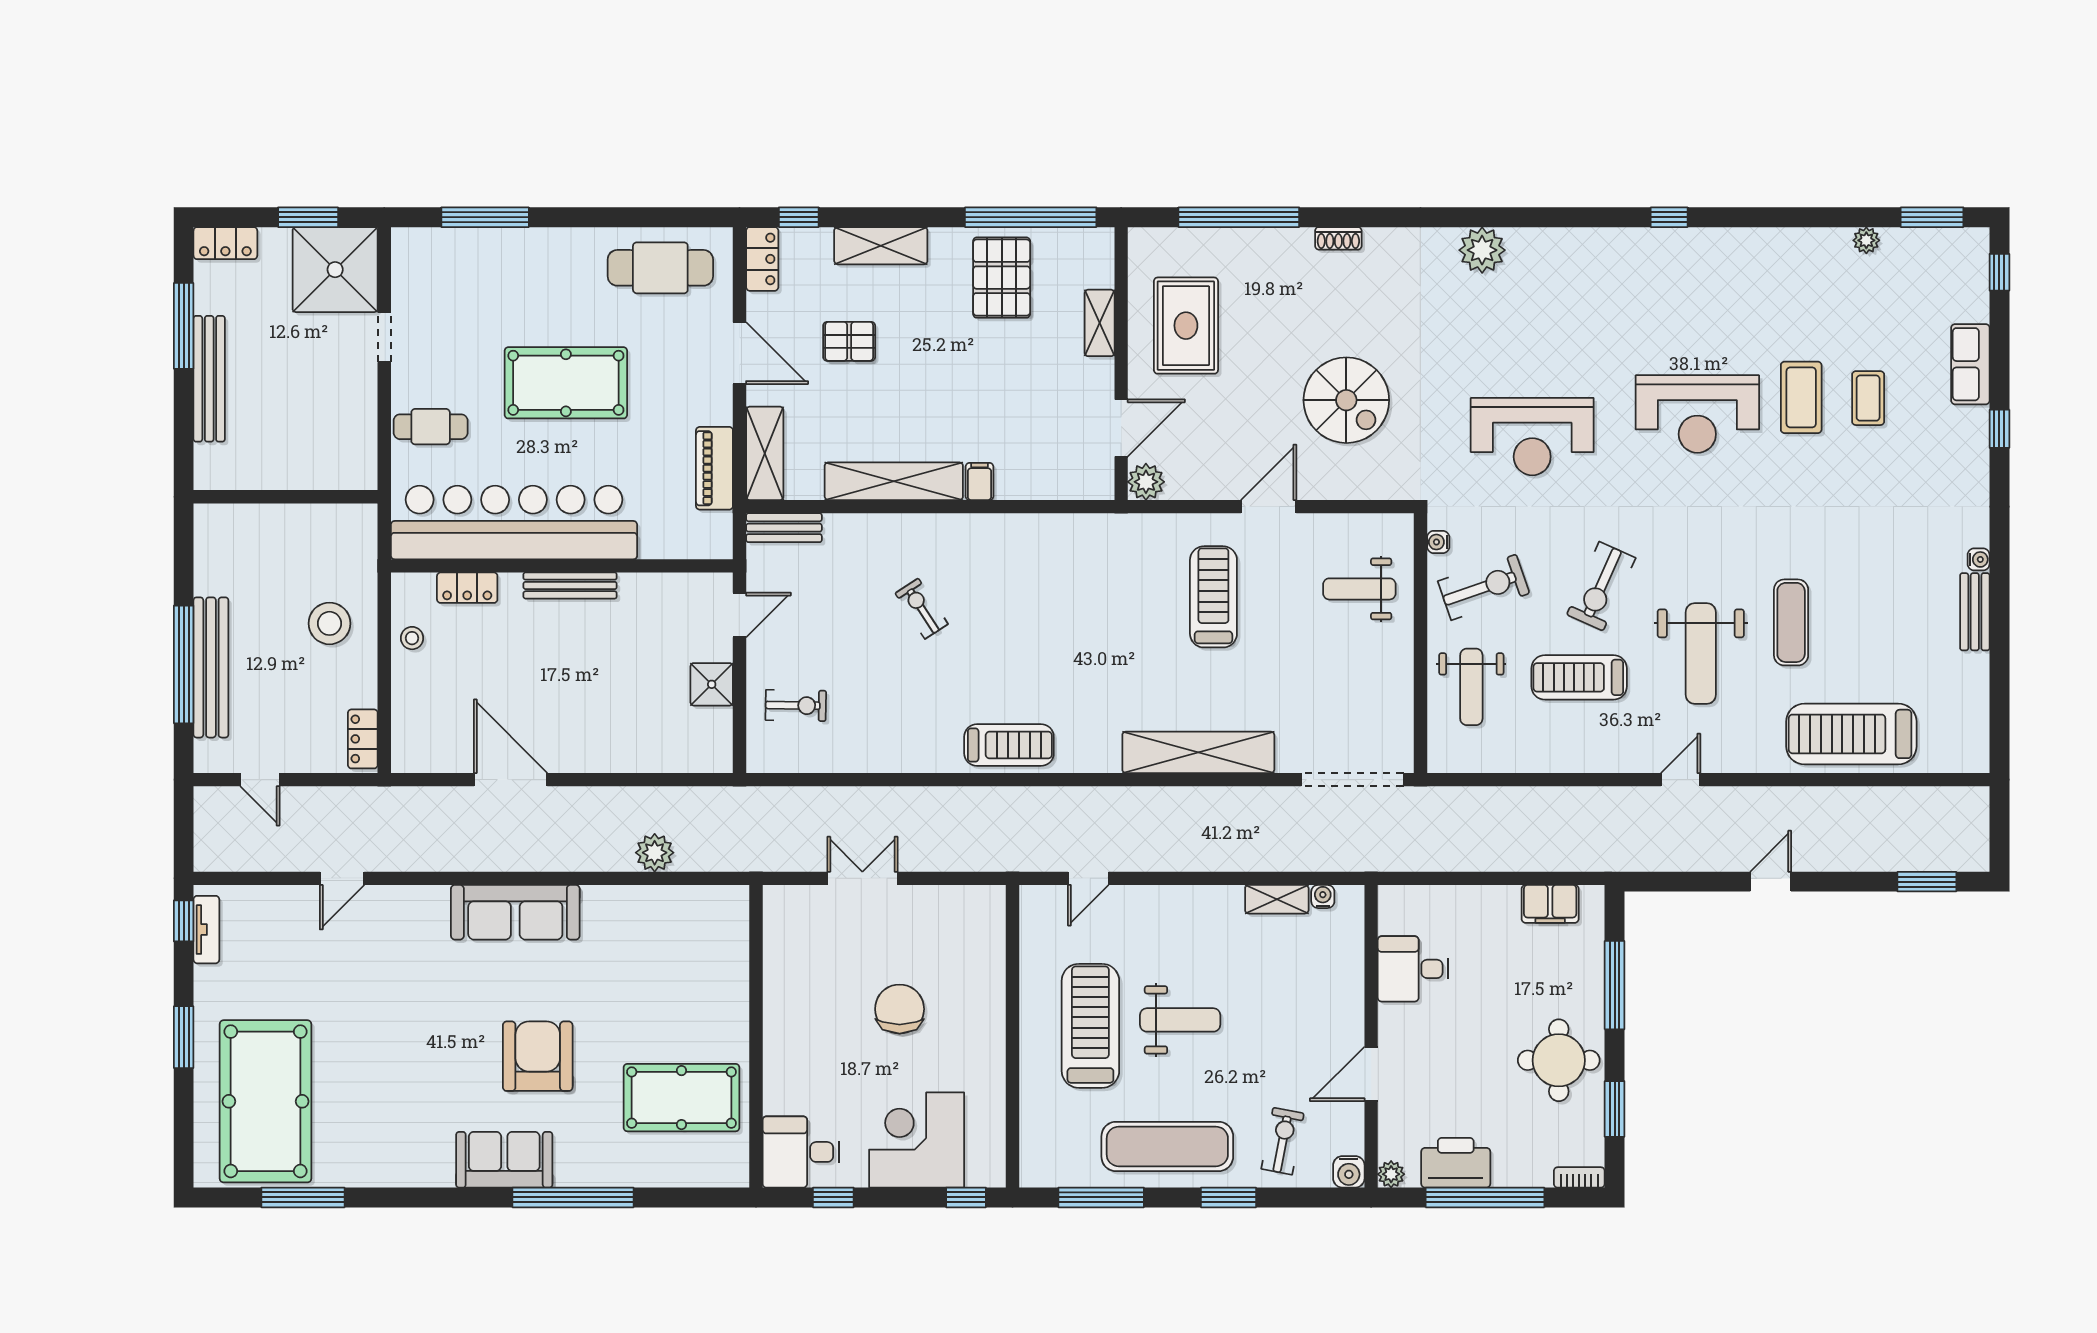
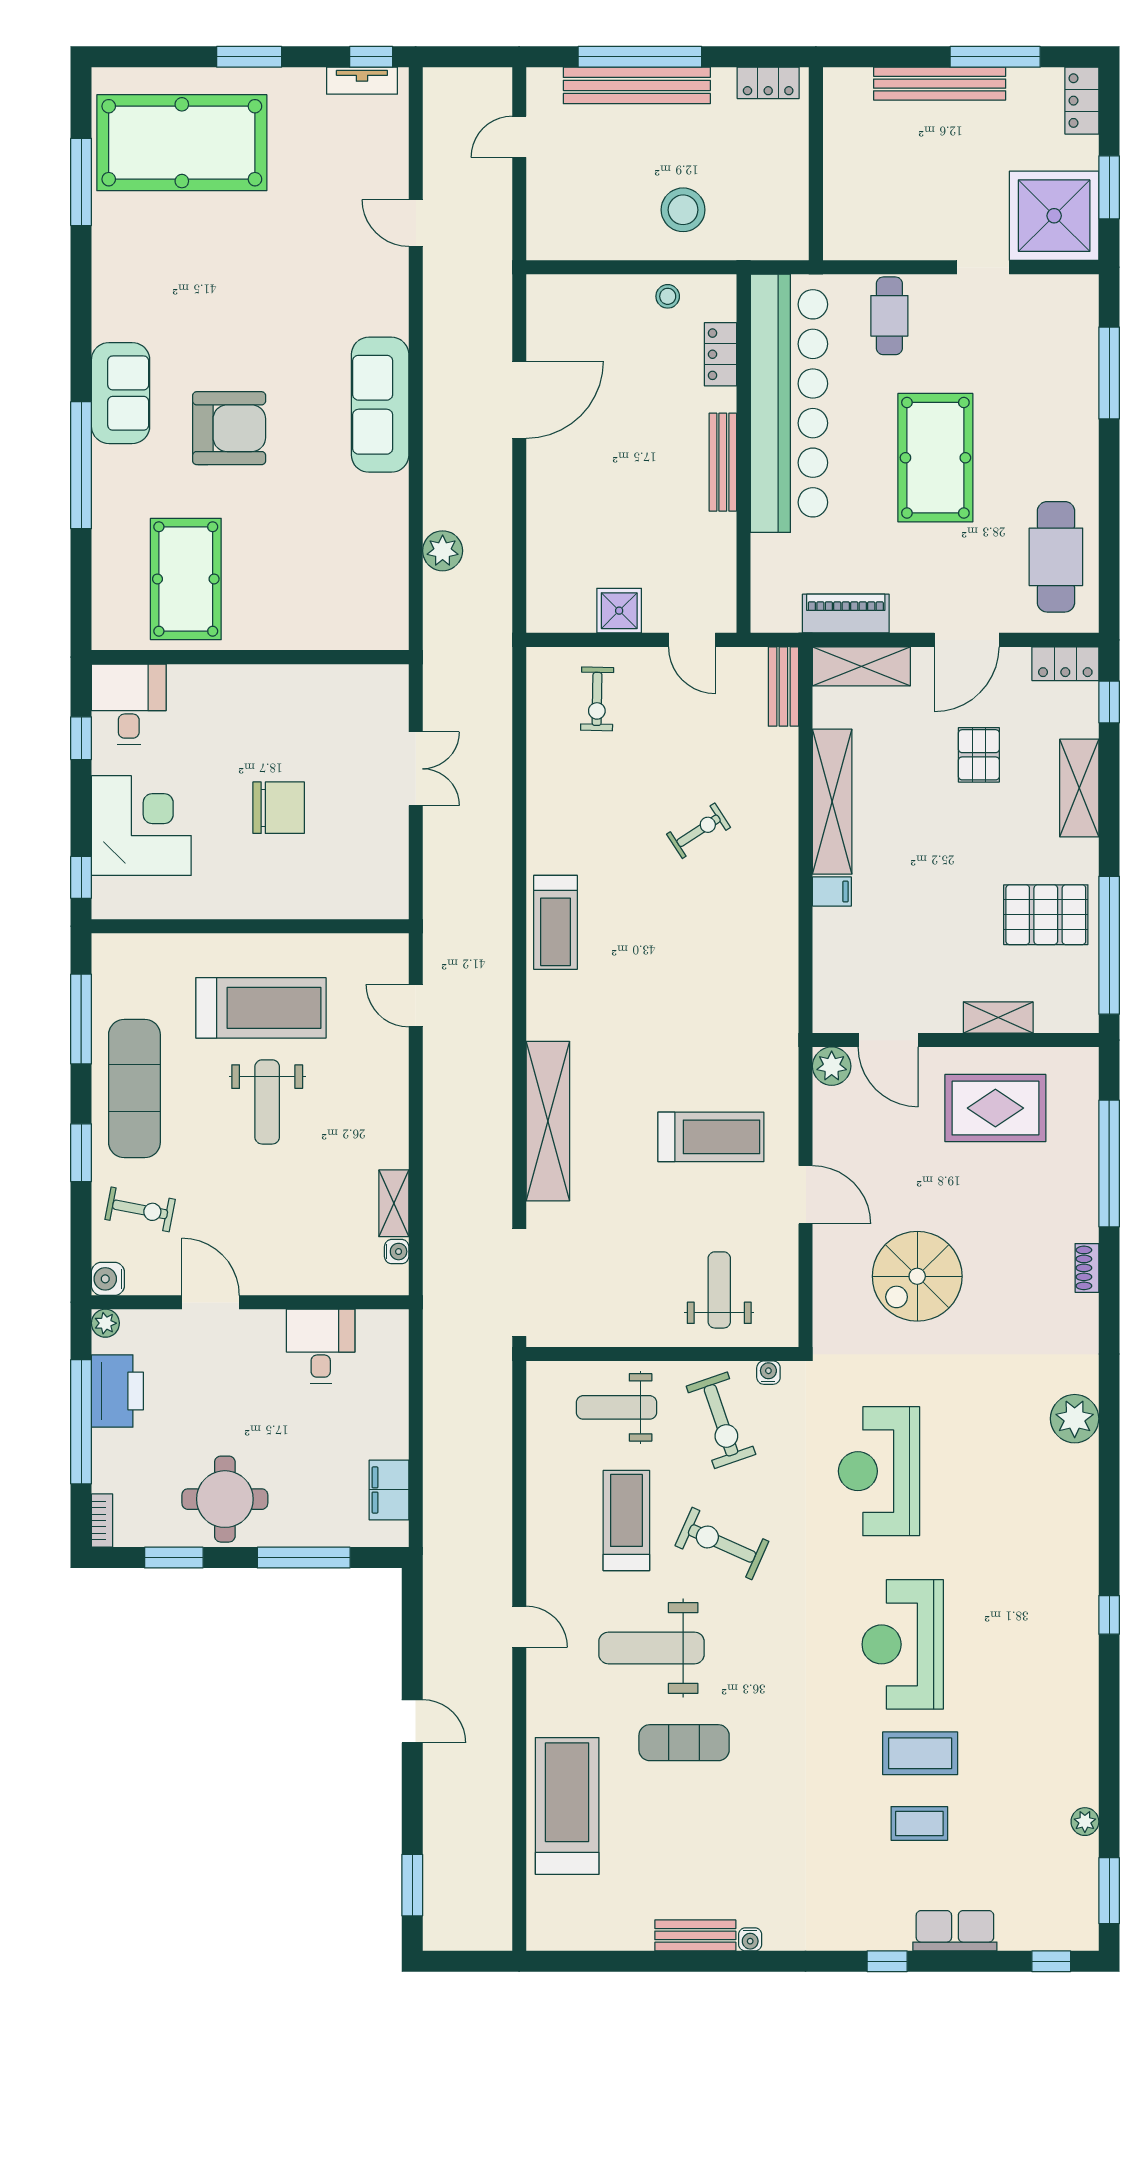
locker: (363, 739) -> (768, 83), moved, turned 180

